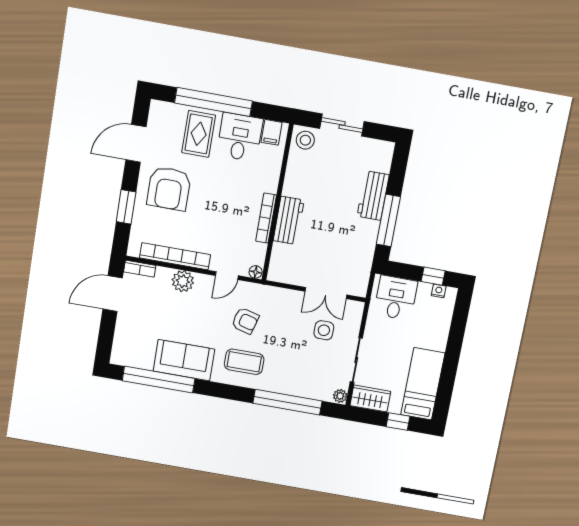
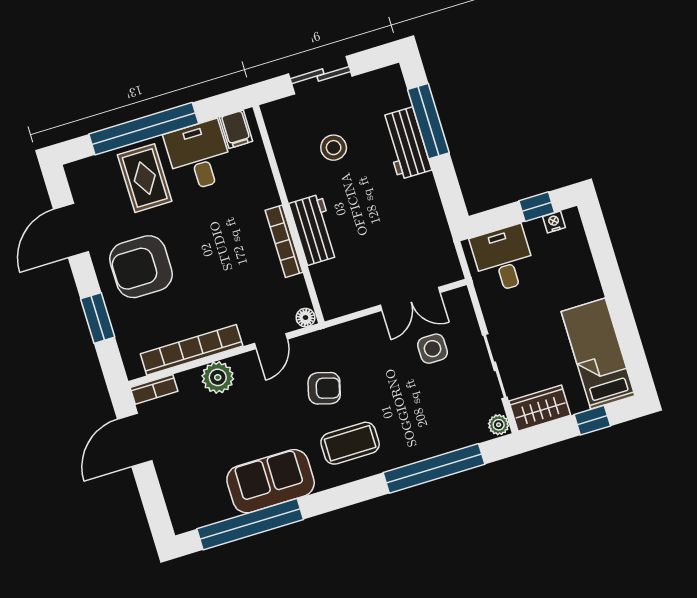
stool: (305, 140) -> (334, 148), moved
armchair: (169, 189) -> (141, 267), turned 90
window: (388, 220) -> (428, 121), moved

